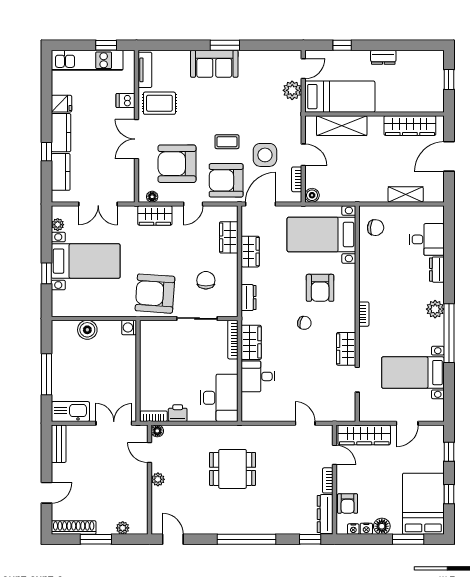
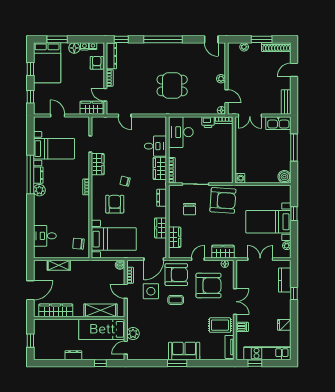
kitchen counter: (61, 133) -> (284, 306), removed
dresser: (437, 270) -> (38, 175), moved
boiler: (87, 330) -> (284, 177), moved
door: (407, 423) -> (58, 115), hinge flipped
wardrobe: (364, 435) -> (92, 108), width x0.67

